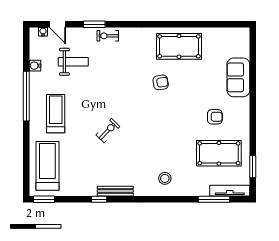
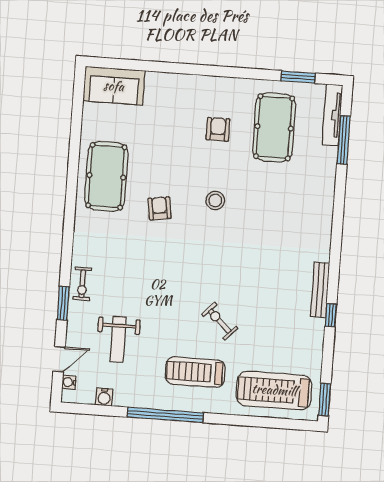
weight bench: (73, 62) -> (118, 339), turned 180
water cooler: (35, 66) -> (104, 397), moved
sofa: (238, 77) -> (114, 86), moved
exercise bike: (108, 131) -> (220, 321), moved
stool: (165, 178) -> (215, 201), moved

